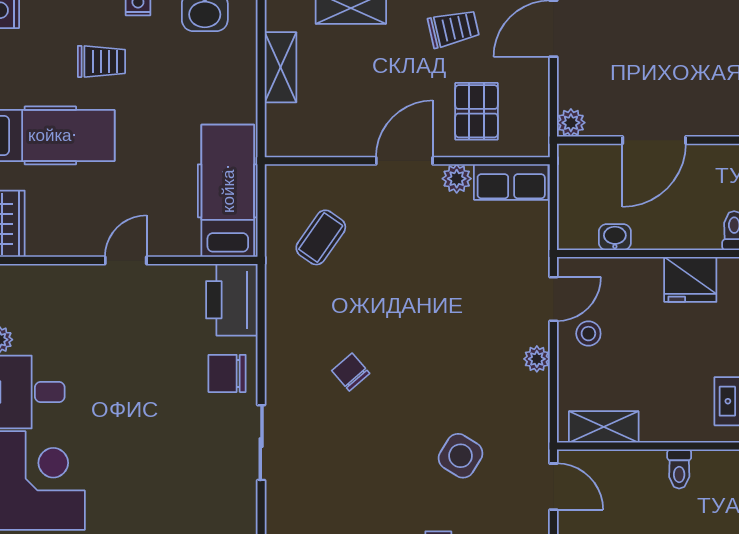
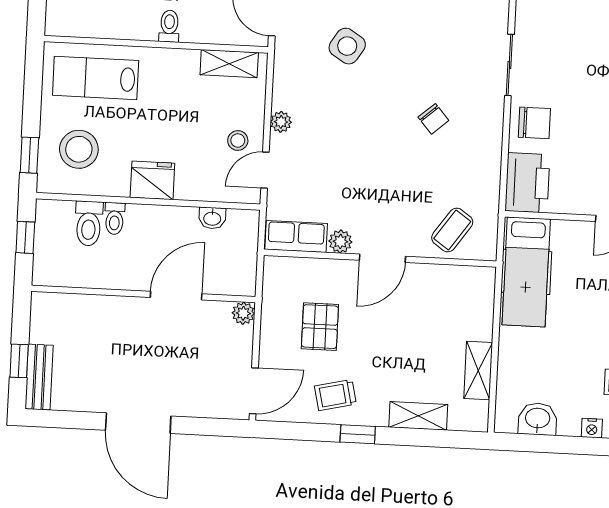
door: (404, 161) -> (382, 258), moved
wall: (407, 161) -> (380, 258), moved
plant: (457, 179) -> (340, 241), moved
row of seats: (511, 182) -> (296, 236), moved

